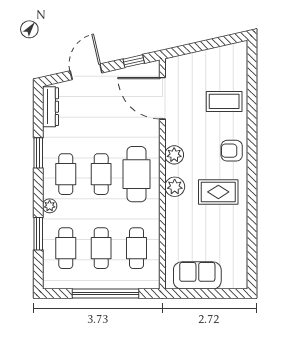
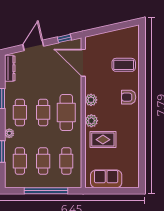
rug: (218, 192) -> (103, 140), moved

